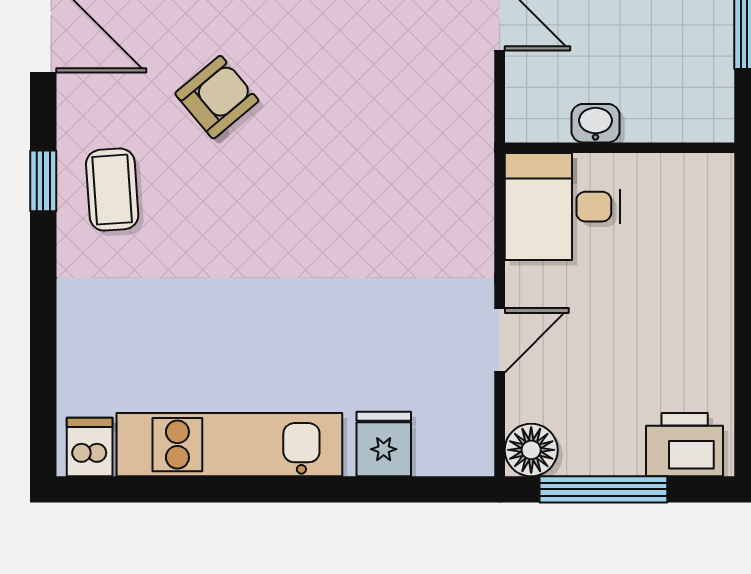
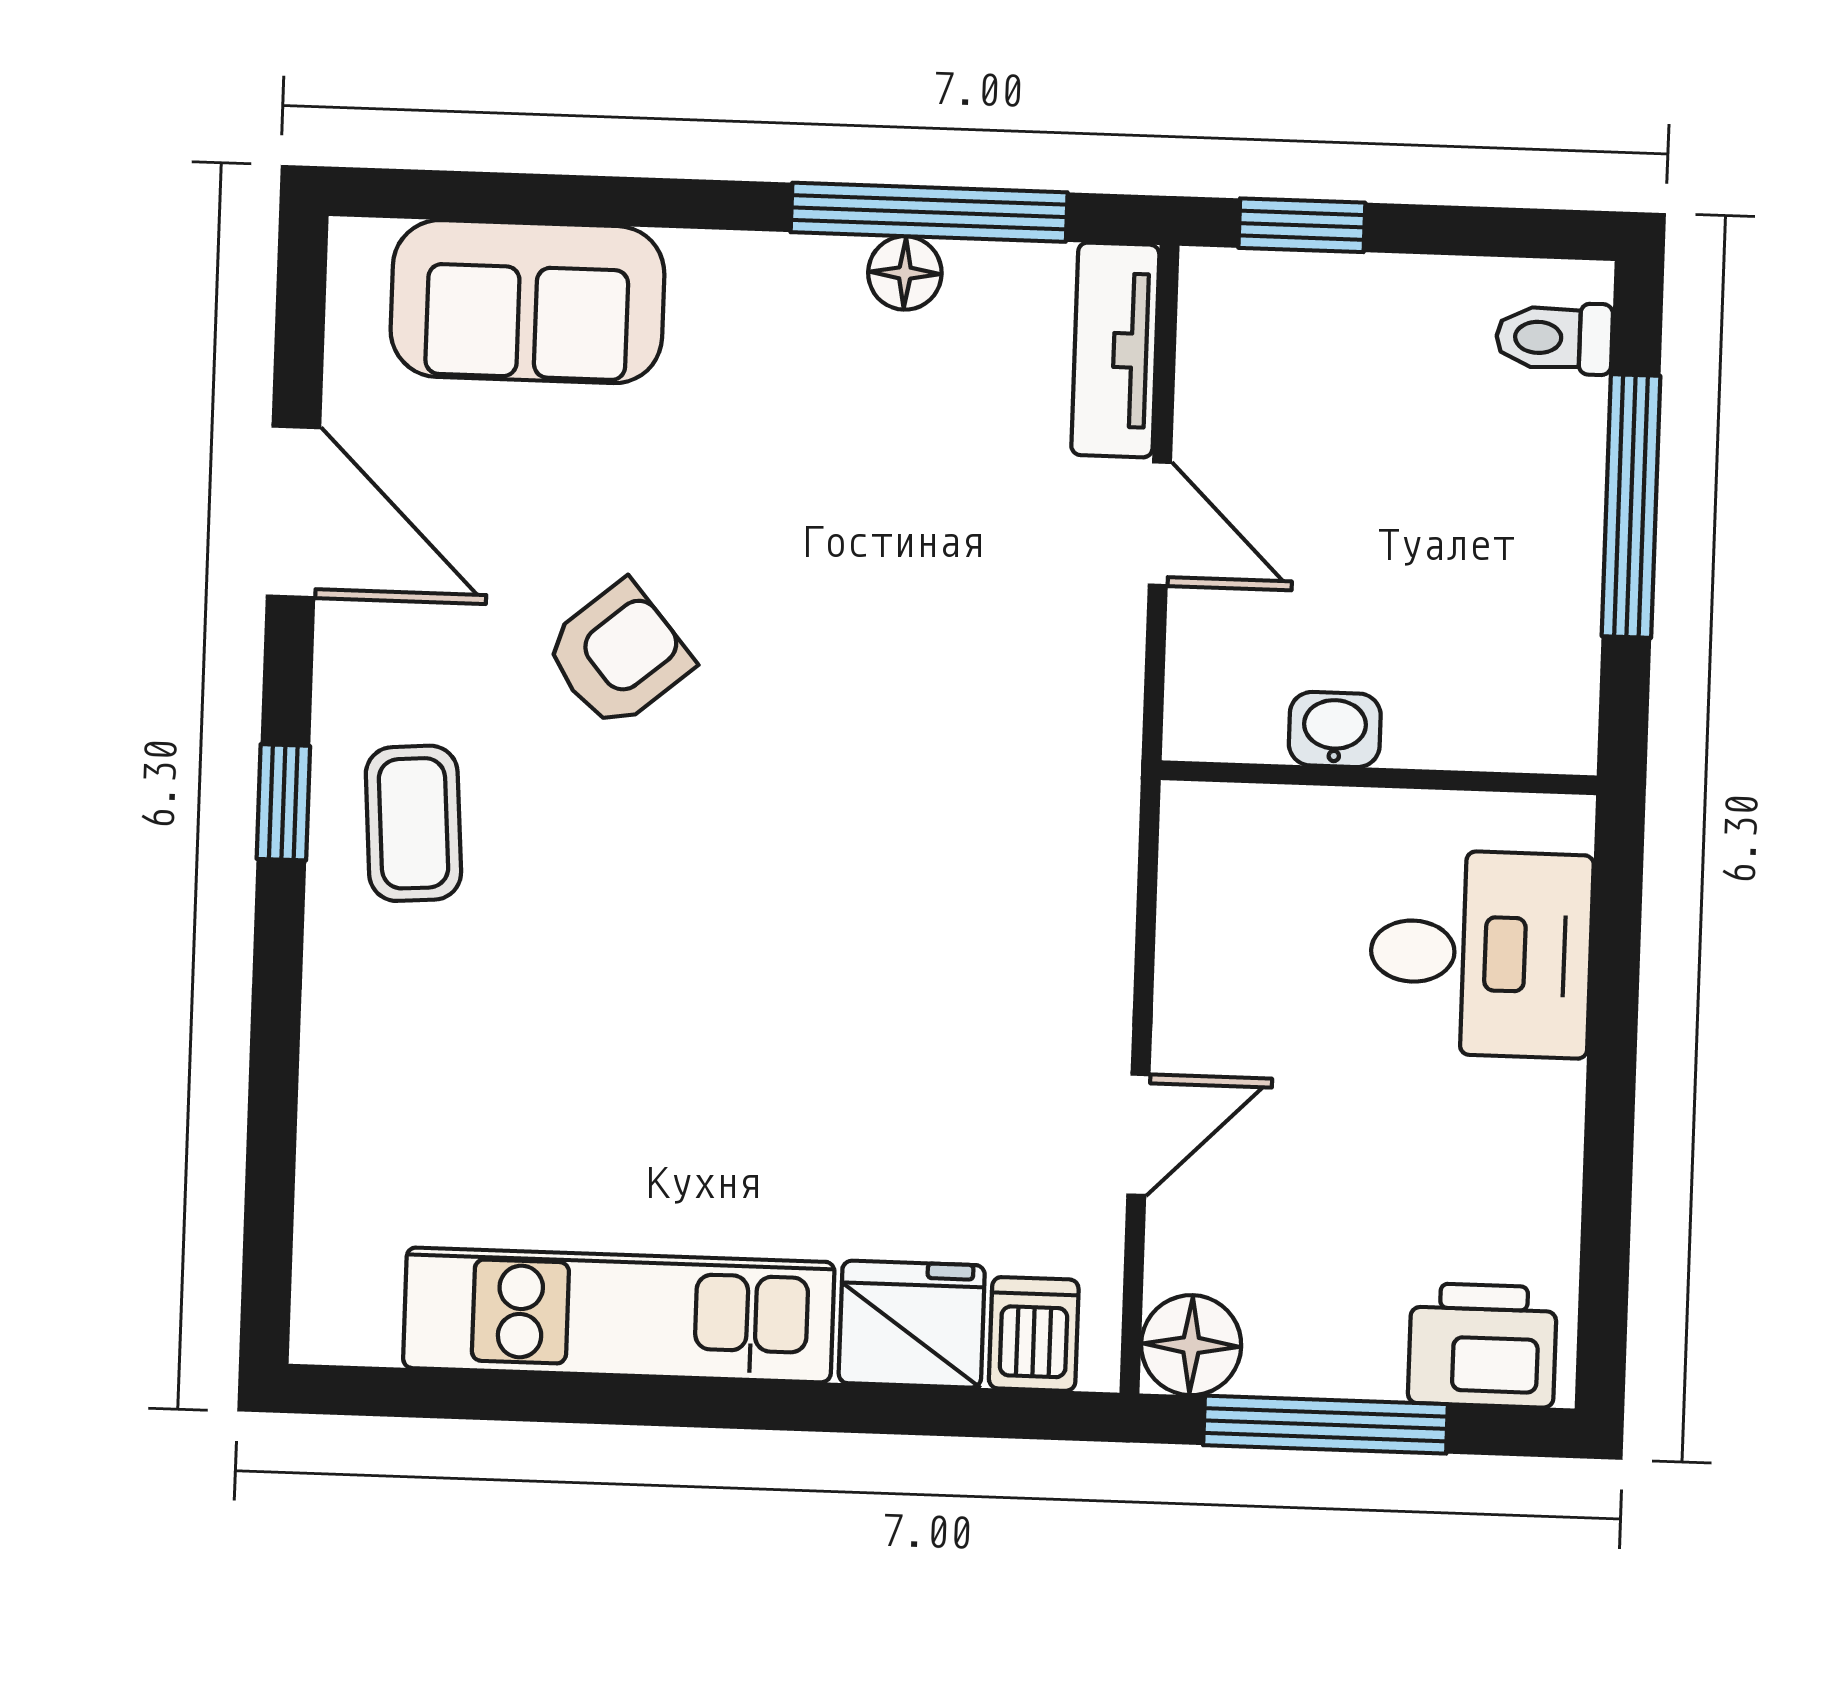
desk: (563, 207) -> (1481, 953), moved, turned 180
fridge: (384, 444) -> (912, 1324), width x1.38
dishwasher: (90, 447) -> (1034, 1334), moved

